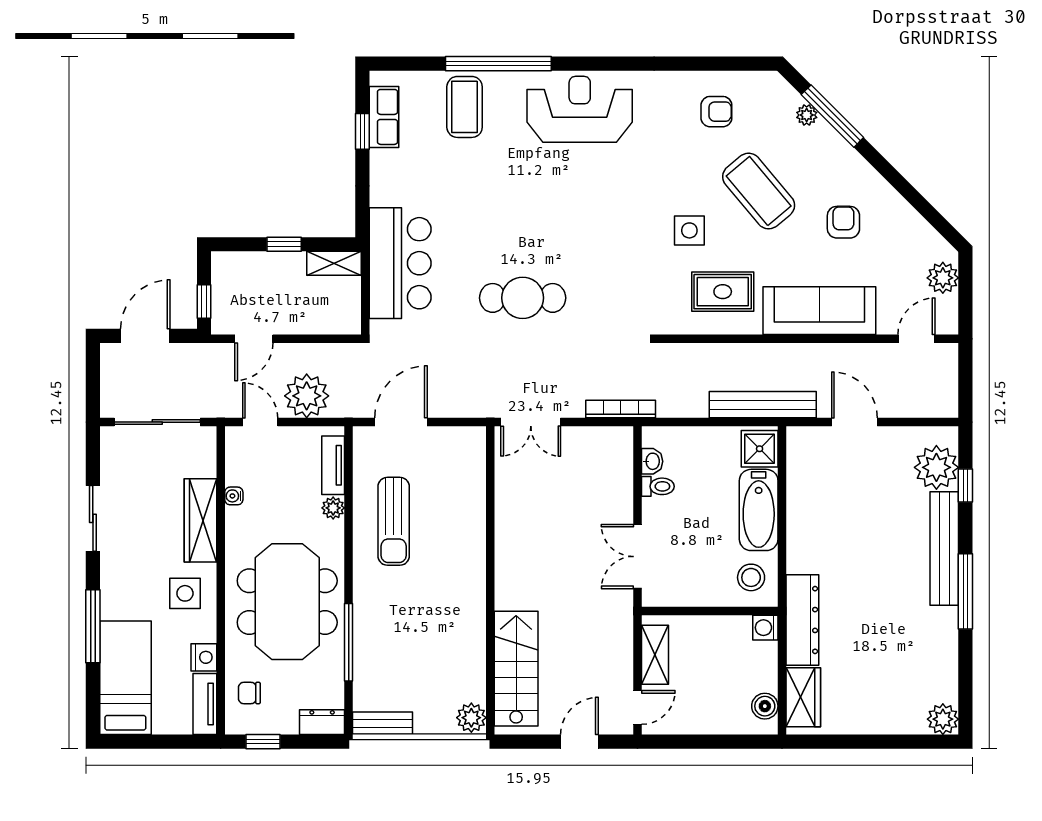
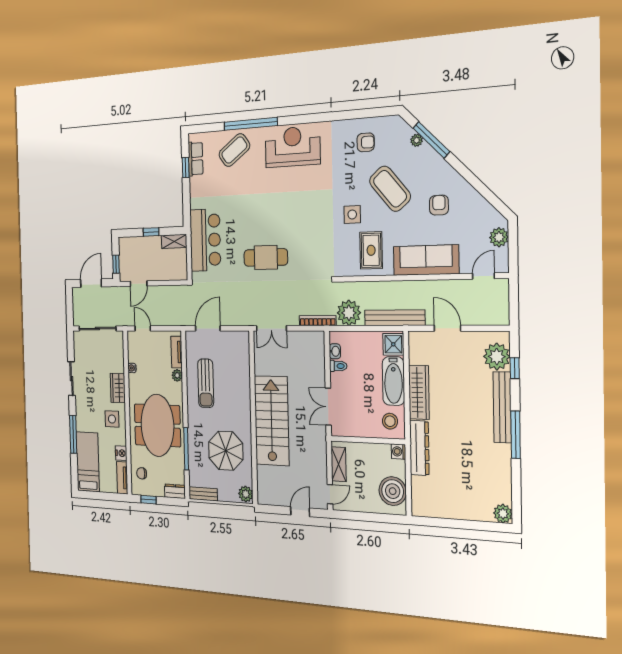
coffee table: (465, 107) -> (234, 150), turned 54
rug: (723, 292) -> (371, 250), turned 90
plant: (307, 396) -> (349, 313), moved
wardrobe: (200, 520) -> (118, 388), width x0.67
parasol: (432, 642) -> (226, 451), added
stairs: (516, 669) -> (272, 421), moved, width x1.36, depth x1.51
wardrobe: (803, 697) -> (419, 392), moved, width x1.50
boiler: (765, 706) -> (393, 491), width x1.86, depth x1.86

